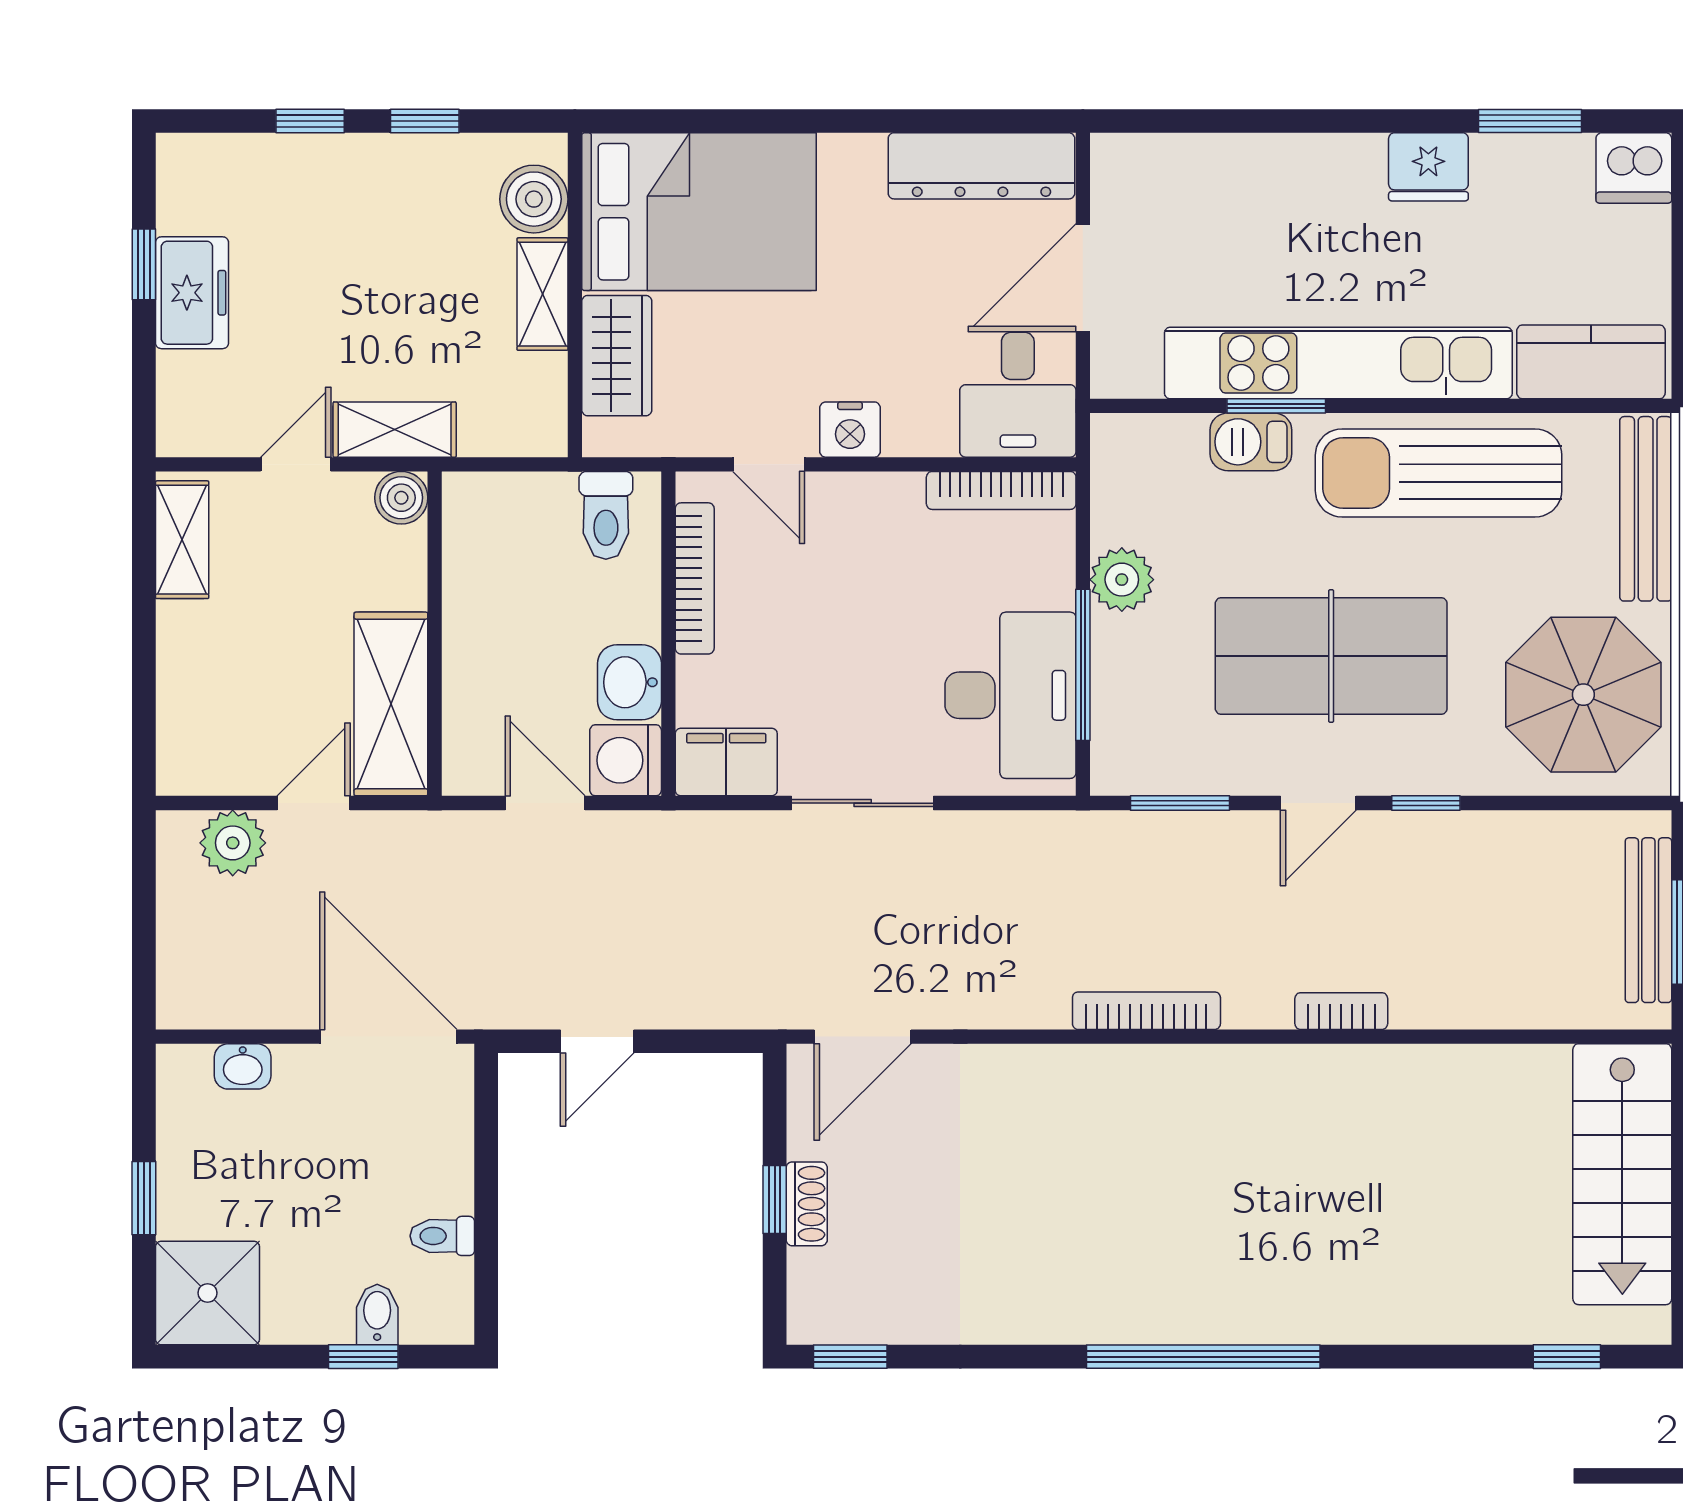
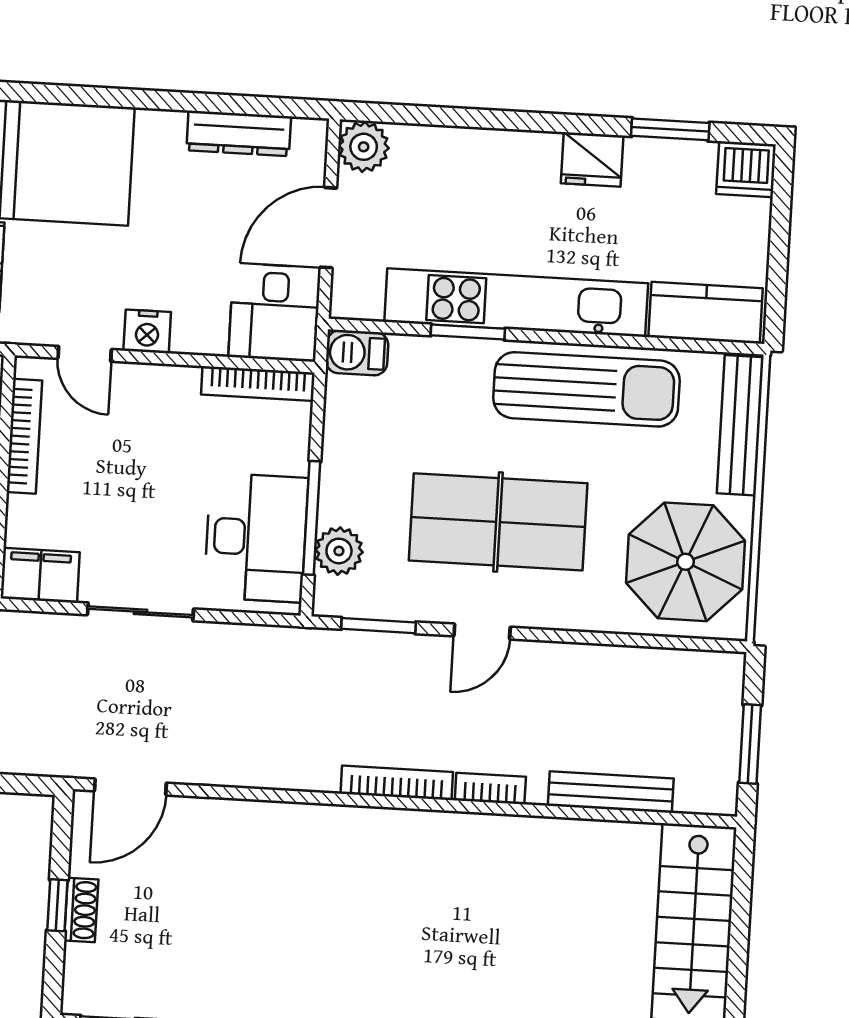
dresser: (981, 166) -> (239, 133), width x0.73, depth x0.80
plant: (1124, 168) -> (364, 147), added
barbecue: (1251, 442) -> (357, 353), moved
sun lounger: (1439, 473) -> (586, 389), turned 180
plant: (1122, 580) -> (339, 551), moved
window: (1426, 803) -> (563, 636), removed
bench: (1648, 920) -> (611, 792), moved, turned 90
bookcase: (1146, 1011) -> (397, 783), moved

